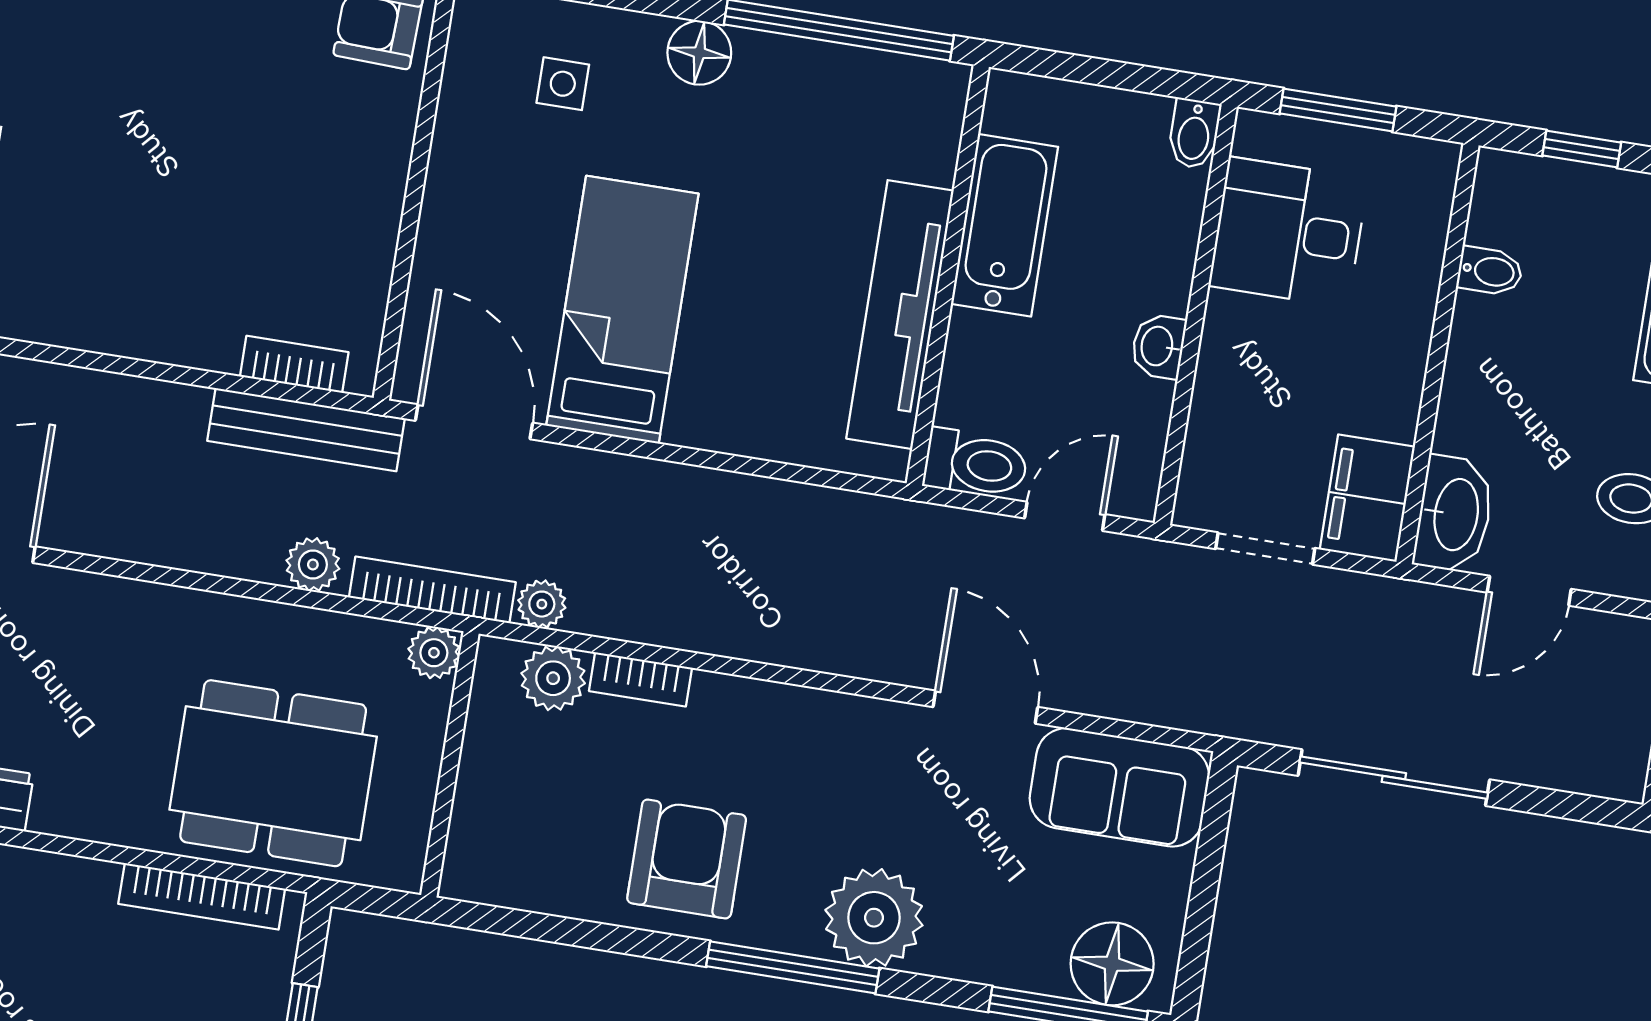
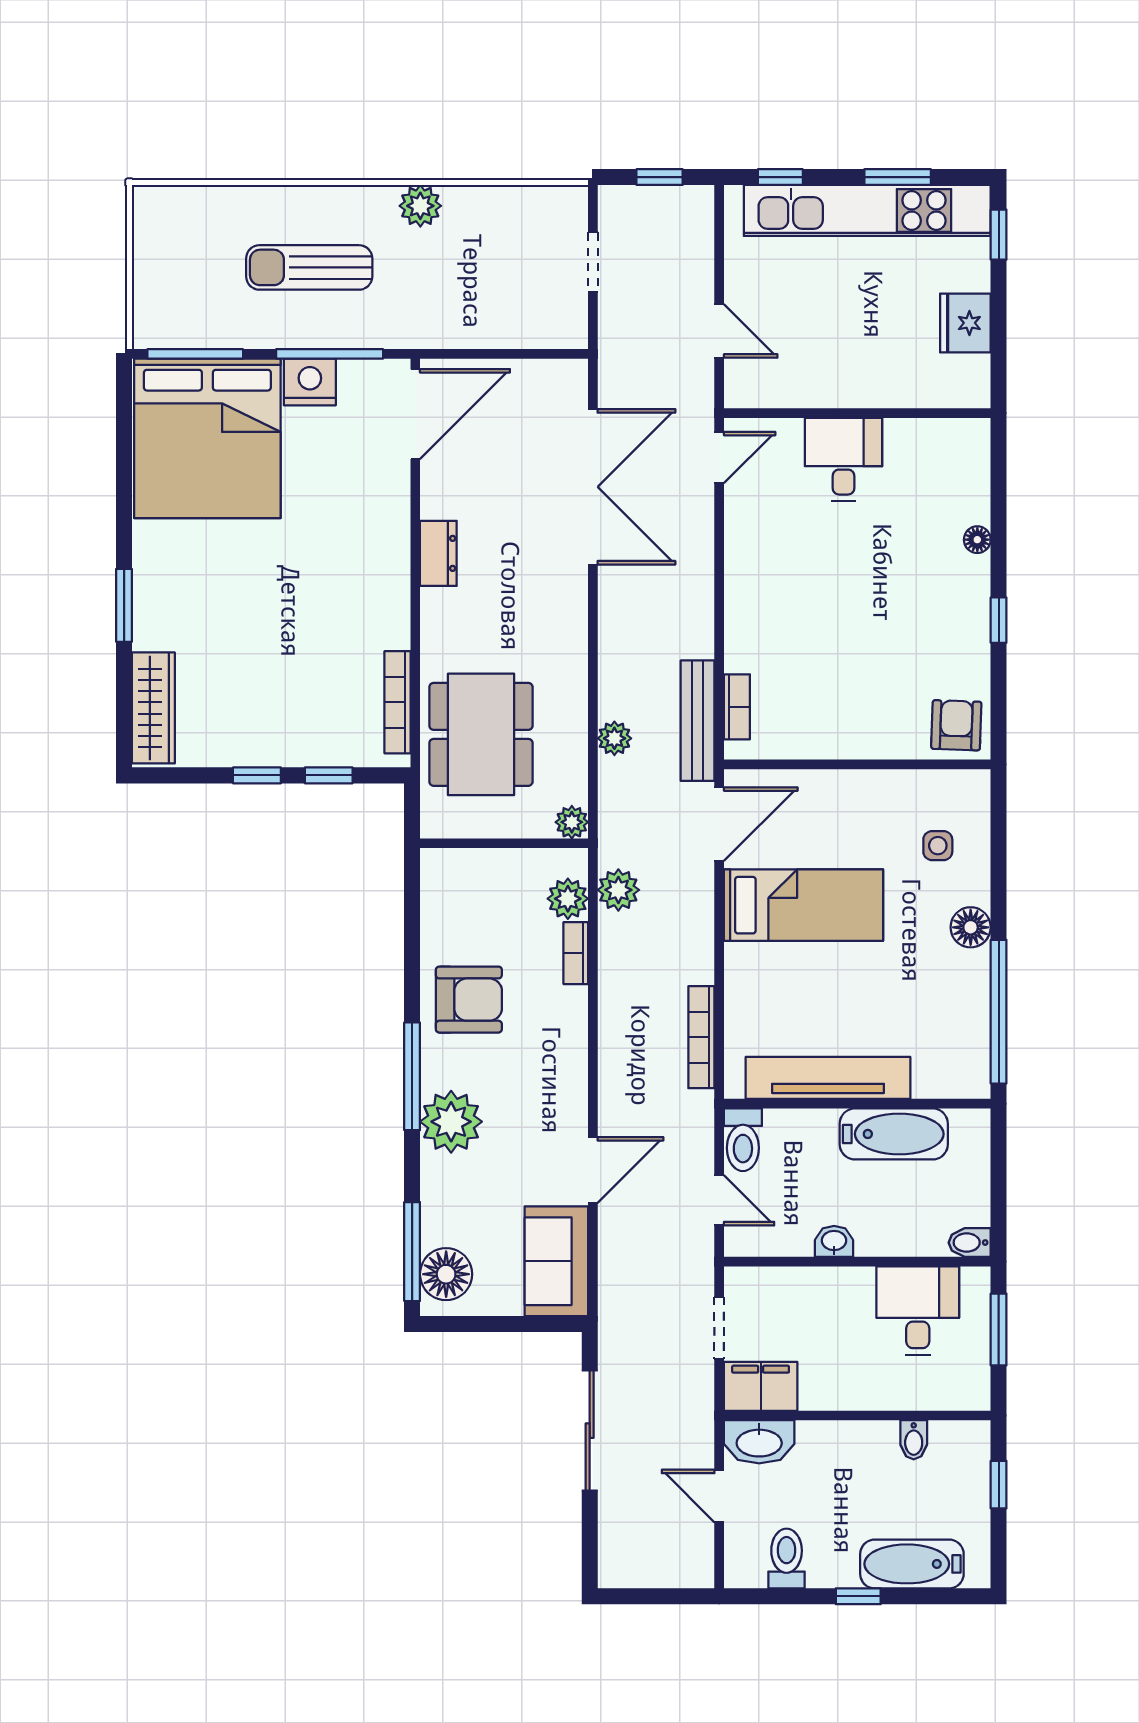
bookcase: (432, 590) -> (701, 1037), moved, turned 180
plant: (542, 604) -> (618, 890), width x1.38, depth x1.38

